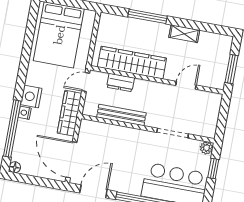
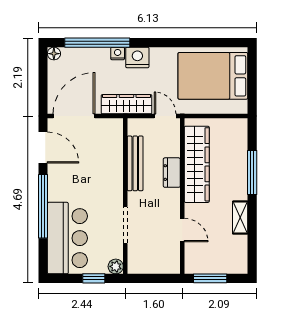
dresser: (121, 83) -> (172, 173), moved

